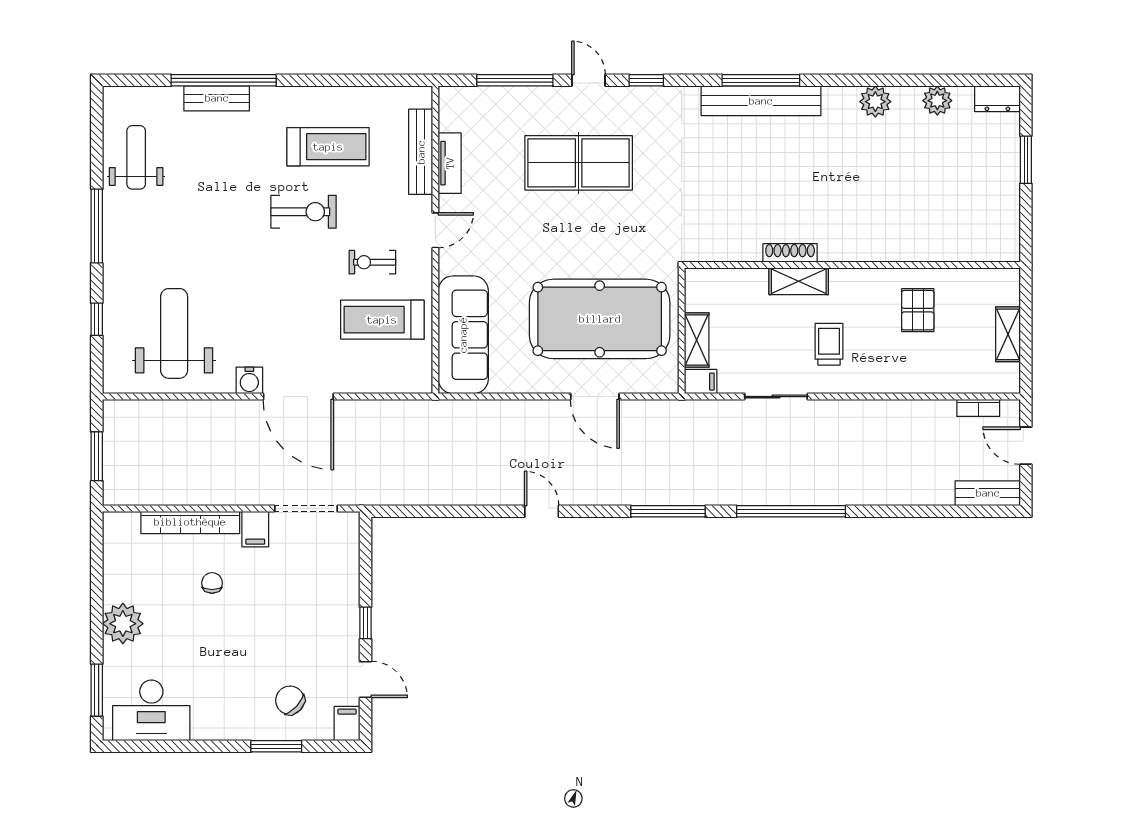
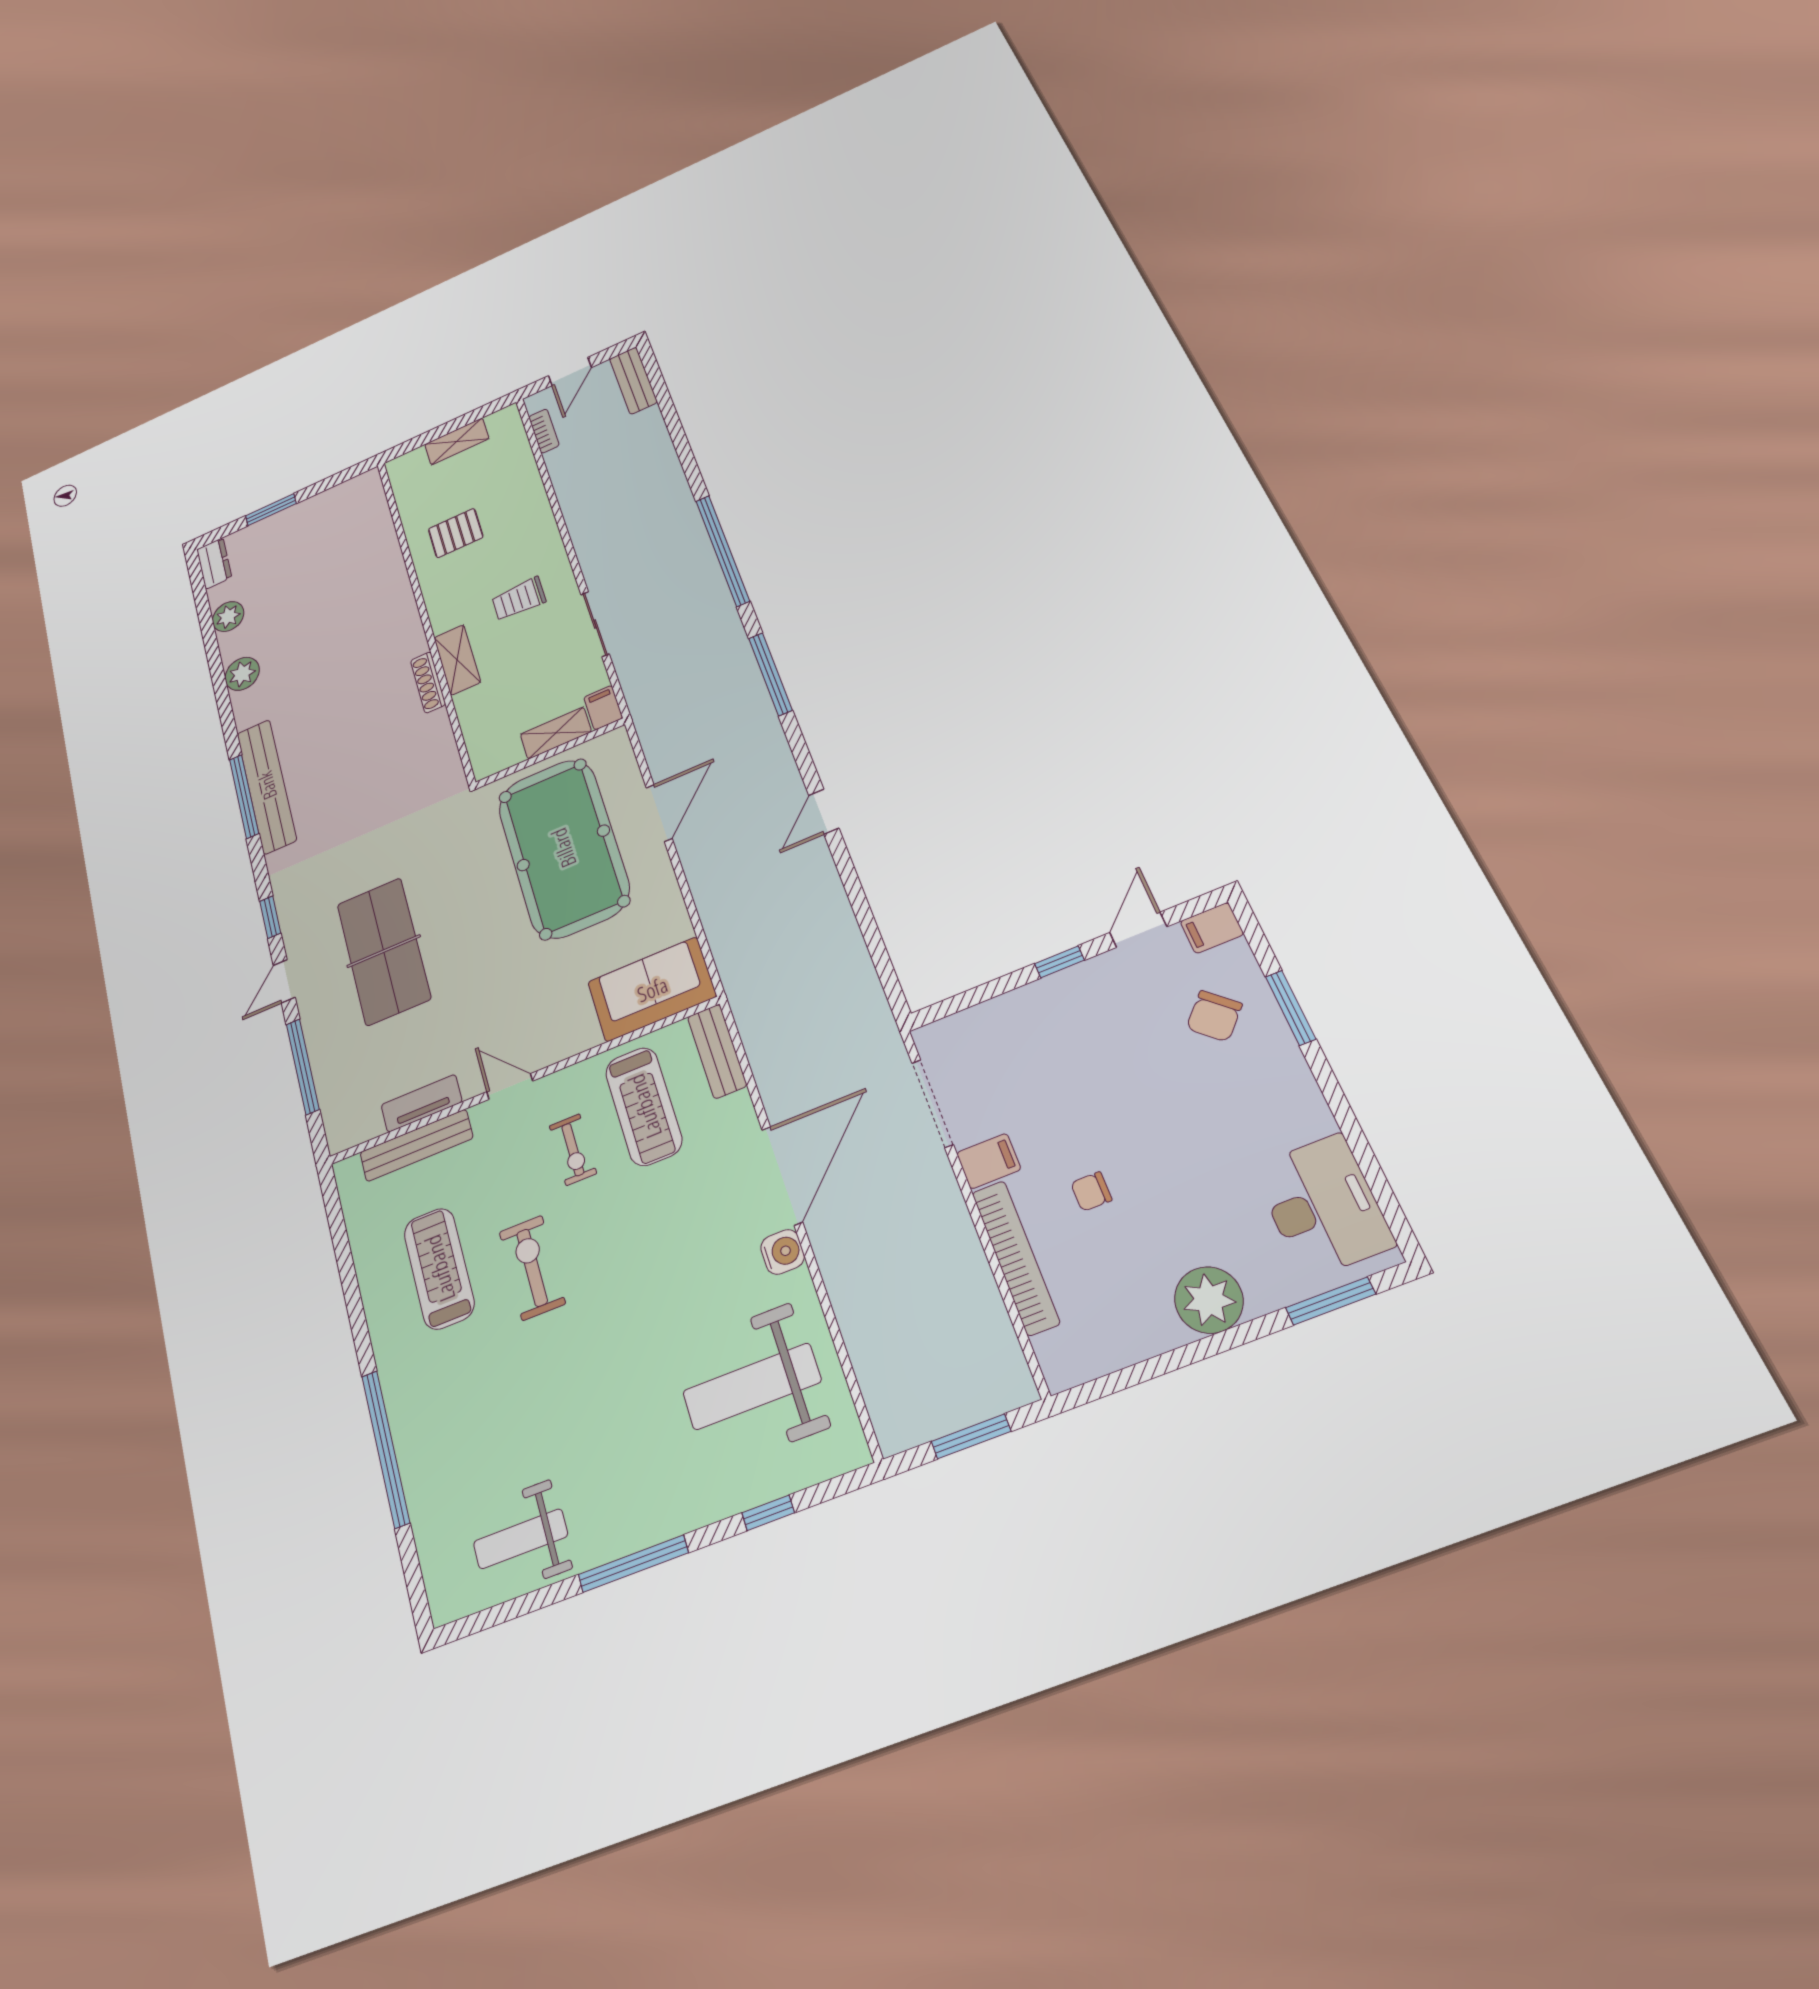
bench: (217, 98) -> (717, 1051), moved
sofa: (463, 335) -> (652, 989), width x0.73

